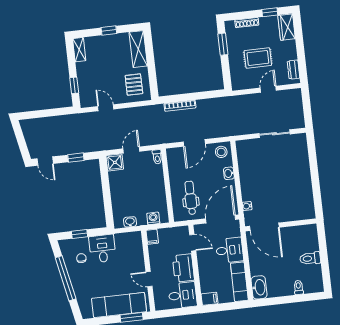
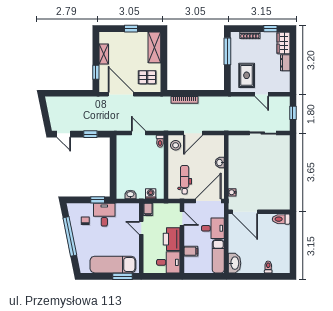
window: (223, 44) -> (227, 51), width x1.44
shelving: (79, 50) -> (104, 54), moved
rug: (258, 58) -> (247, 75), moved, turned 90
dresser: (294, 70) -> (285, 63), moved
pallet: (134, 85) -> (147, 77), turned 90
door: (268, 89) -> (262, 94), swing flipped
window: (307, 106) -> (293, 113), added
door: (106, 108) -> (121, 94), width x1.87
door: (131, 150) -> (139, 133), hinge flipped
stool: (221, 152) -> (176, 145), moved
shower: (115, 162) -> (123, 142), removed
window: (79, 234) -> (98, 200), moved
toilet: (310, 258) -> (281, 219), moved
door: (149, 279) -> (141, 228), moved
filing cabinet: (210, 299) -> (191, 251), moved

